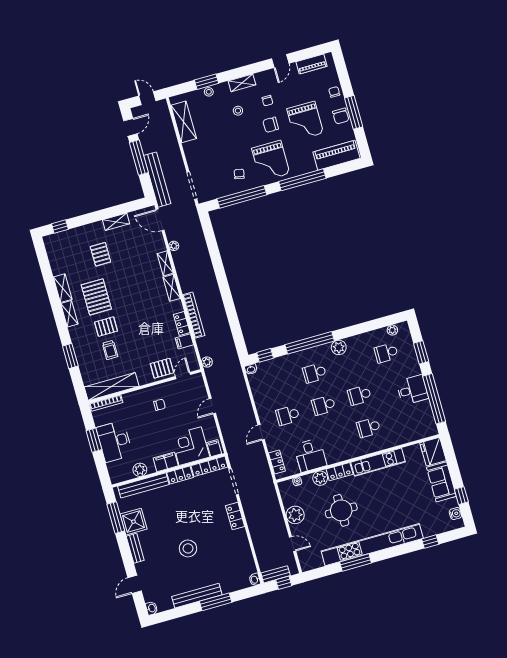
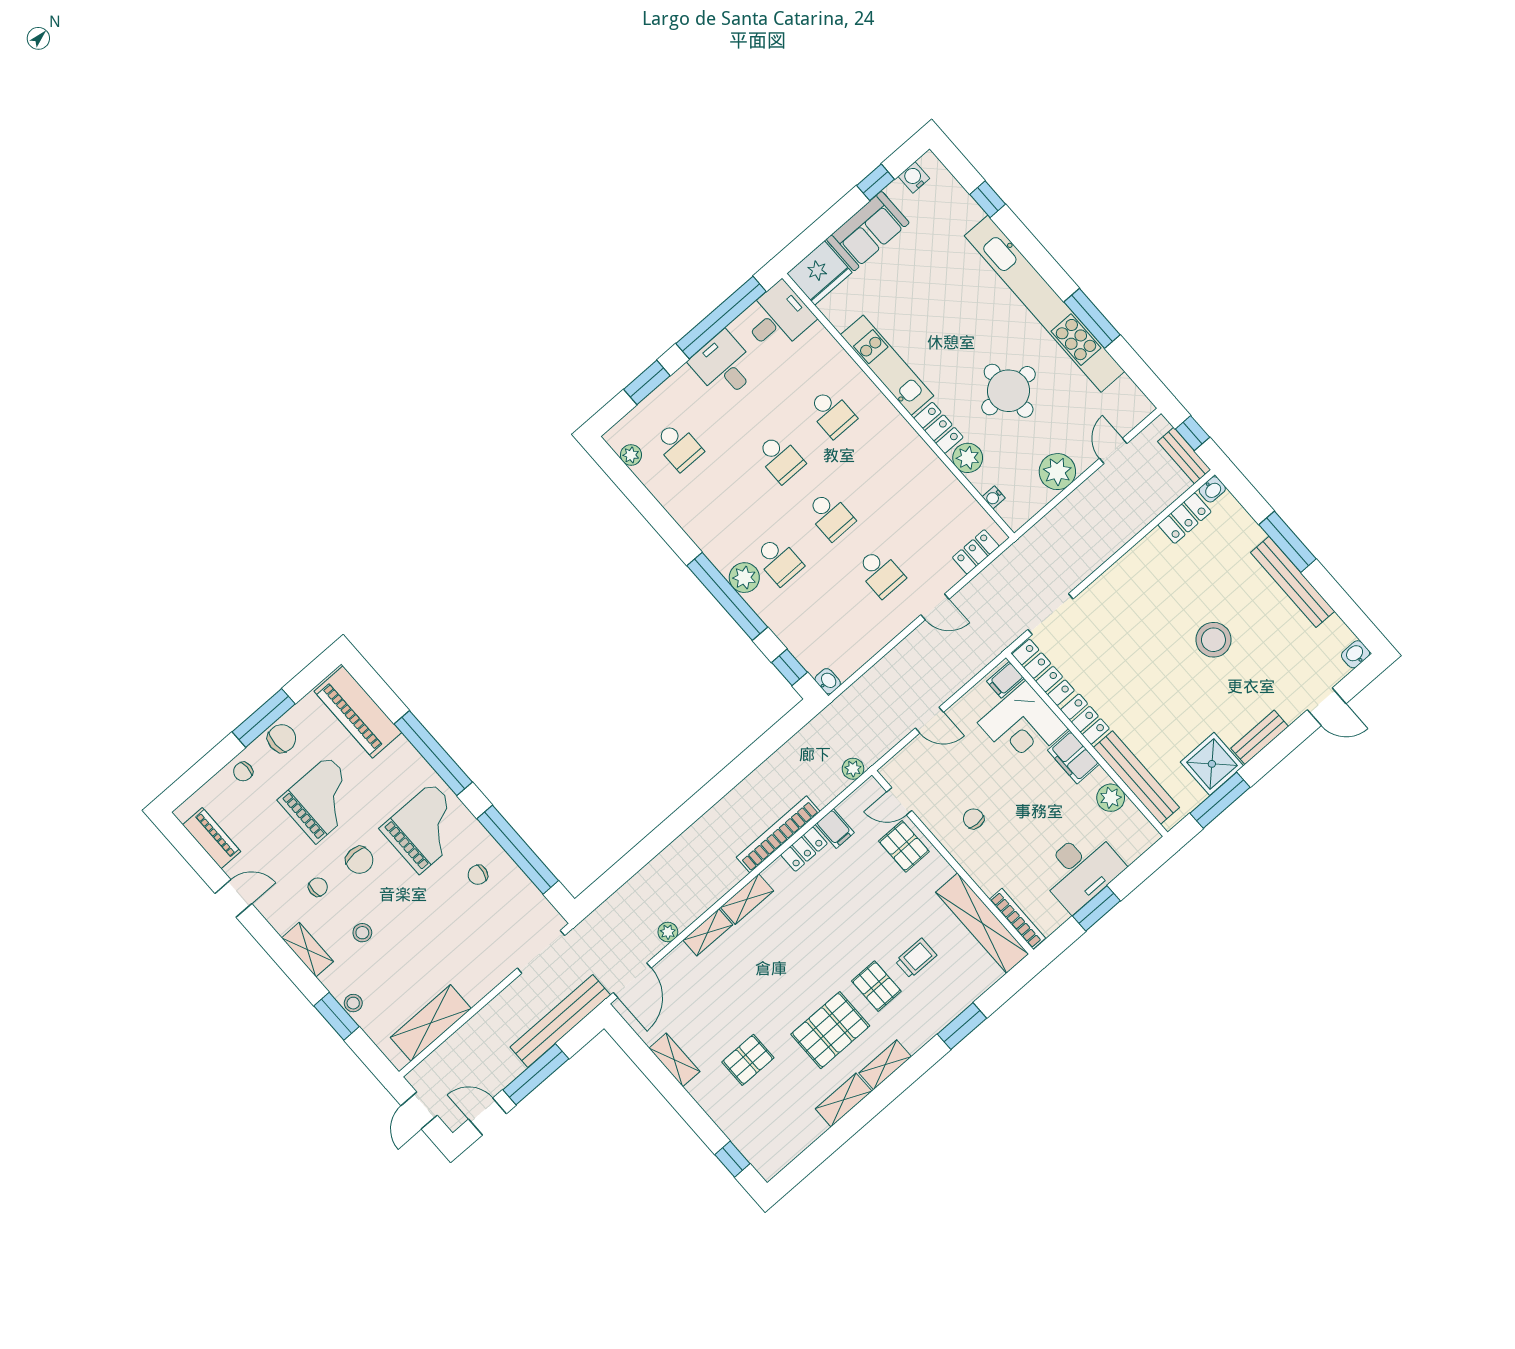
plant: (339, 347) -> (744, 578), moved
desk: (310, 455) -> (778, 318), moved
locker: (235, 516) -> (1185, 518), moved

